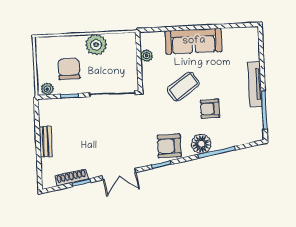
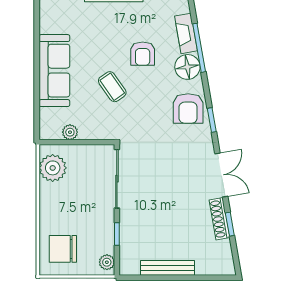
plant: (96, 45) -> (53, 168), moved
chair: (69, 69) -> (63, 249), moved
coffee table: (183, 87) -> (112, 87), width x0.73, depth x0.77
bench: (46, 142) -> (168, 268), width x1.36
fireplace: (227, 142) -> (186, 33), added
shoe rack: (71, 178) -> (219, 219), moved

